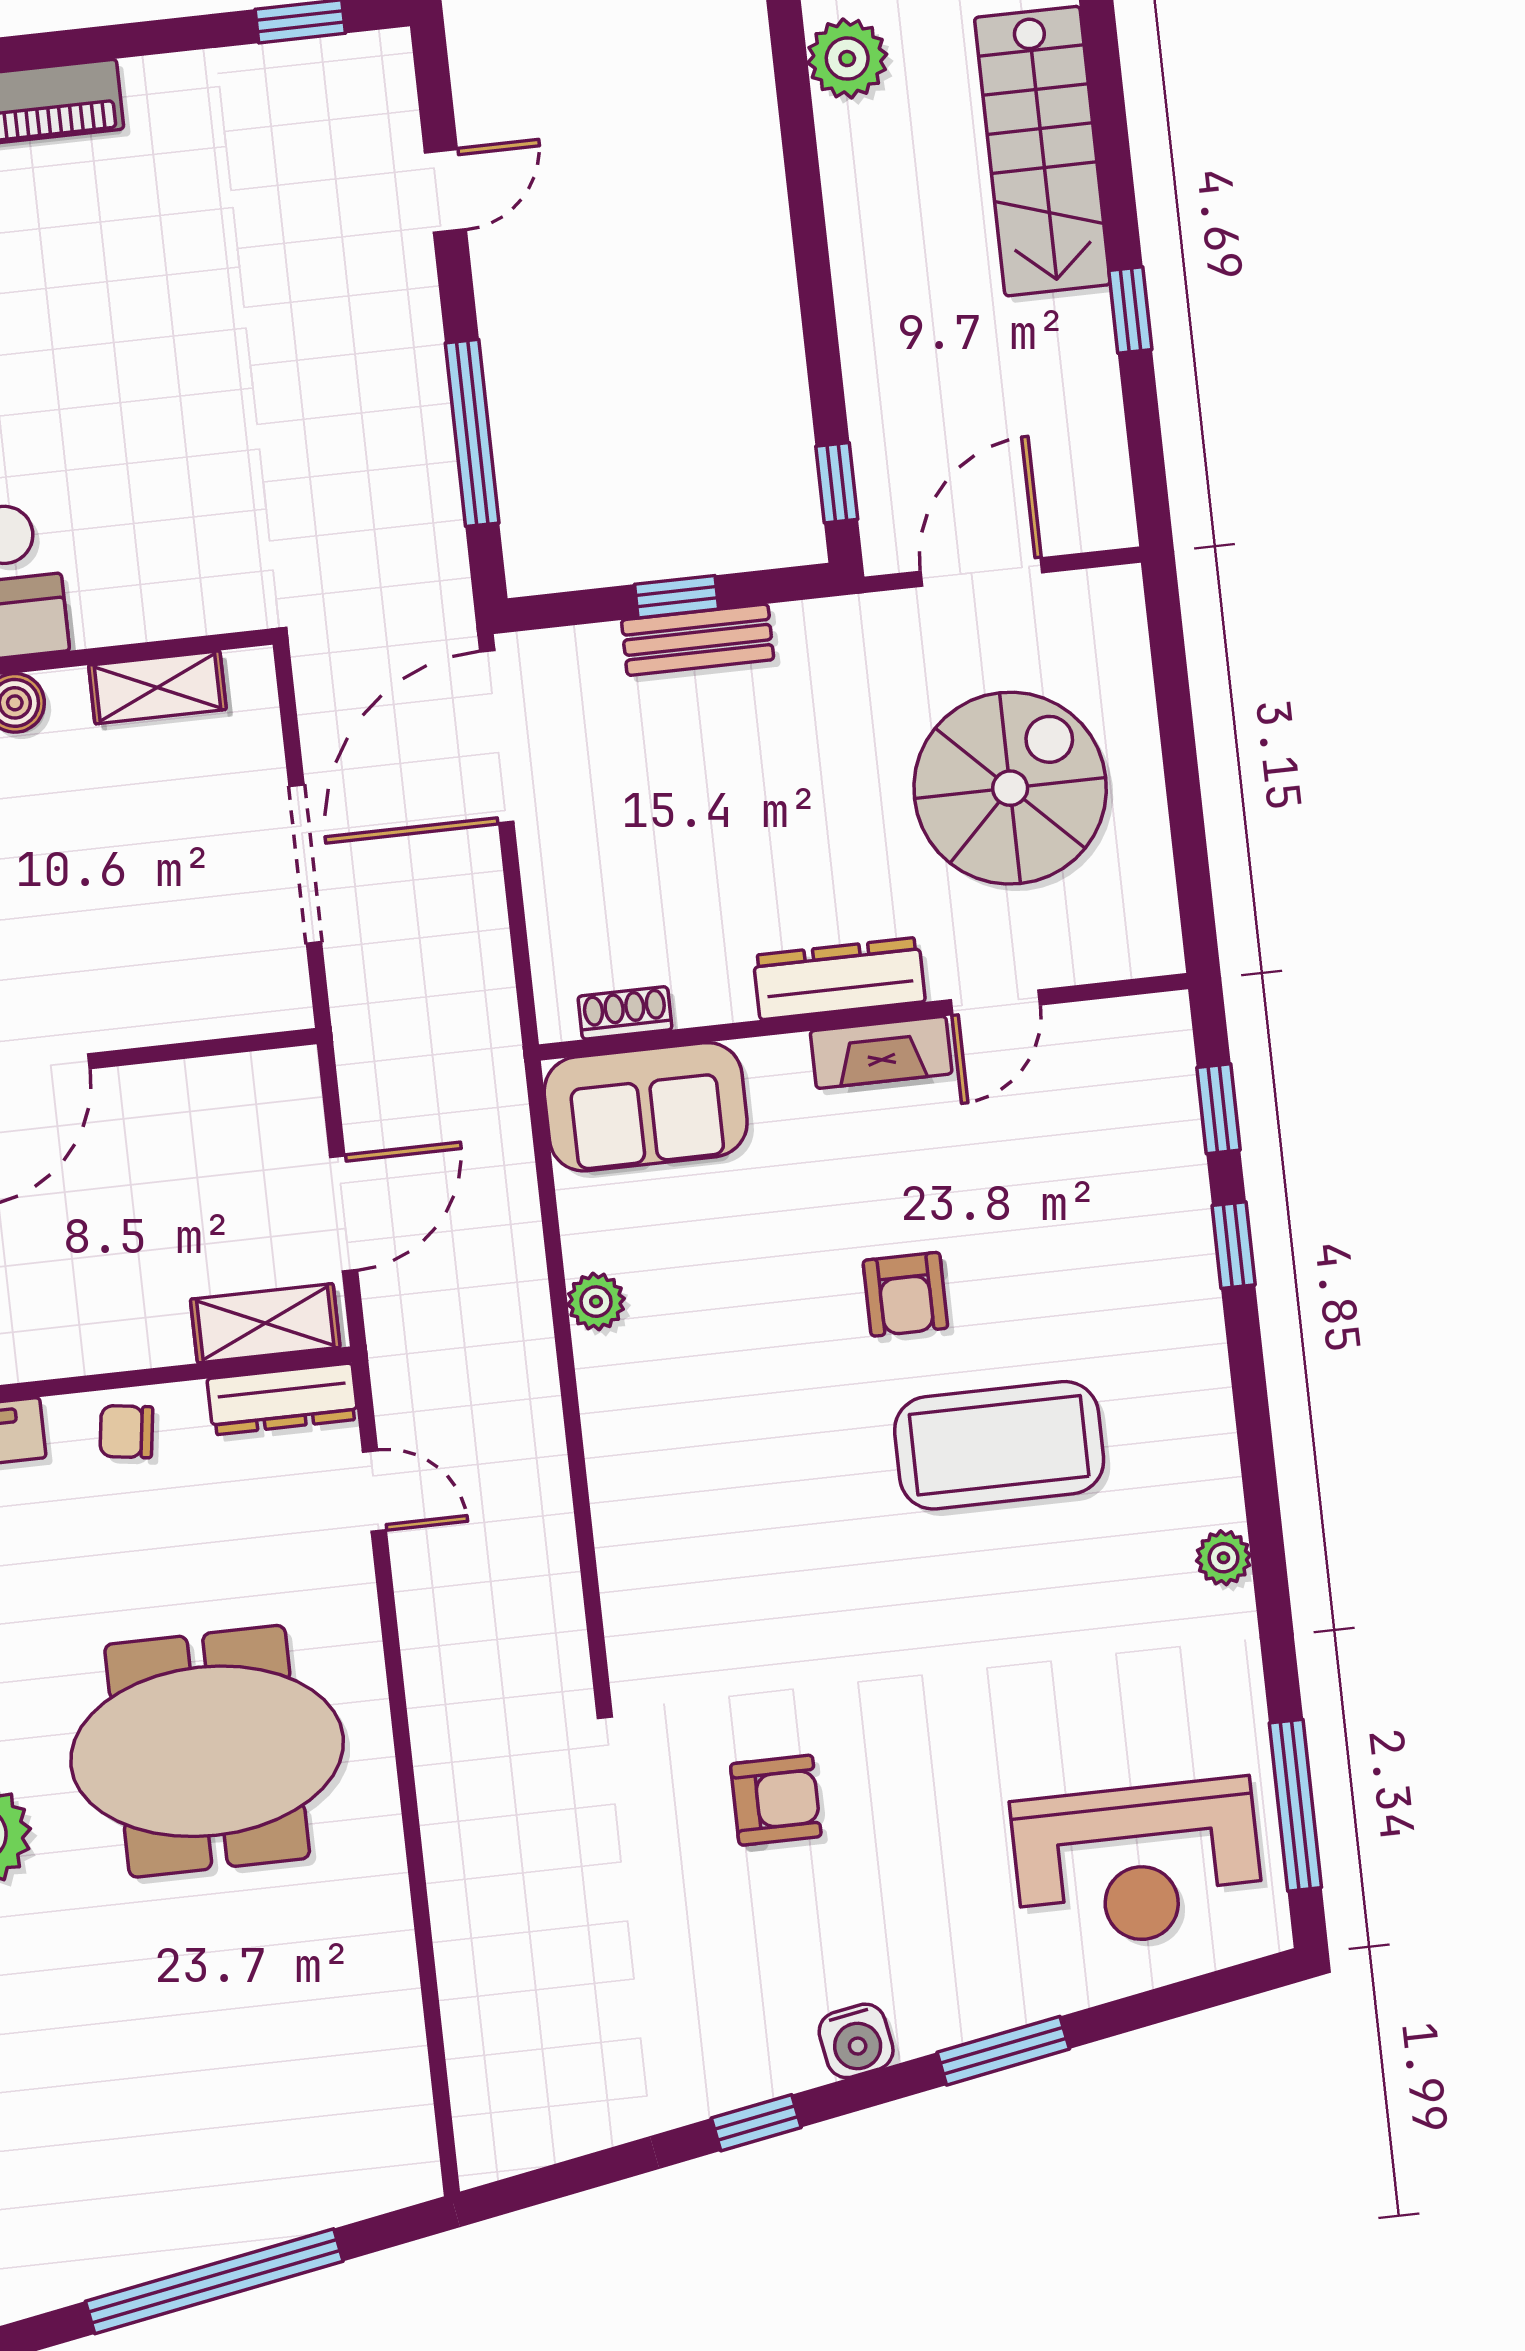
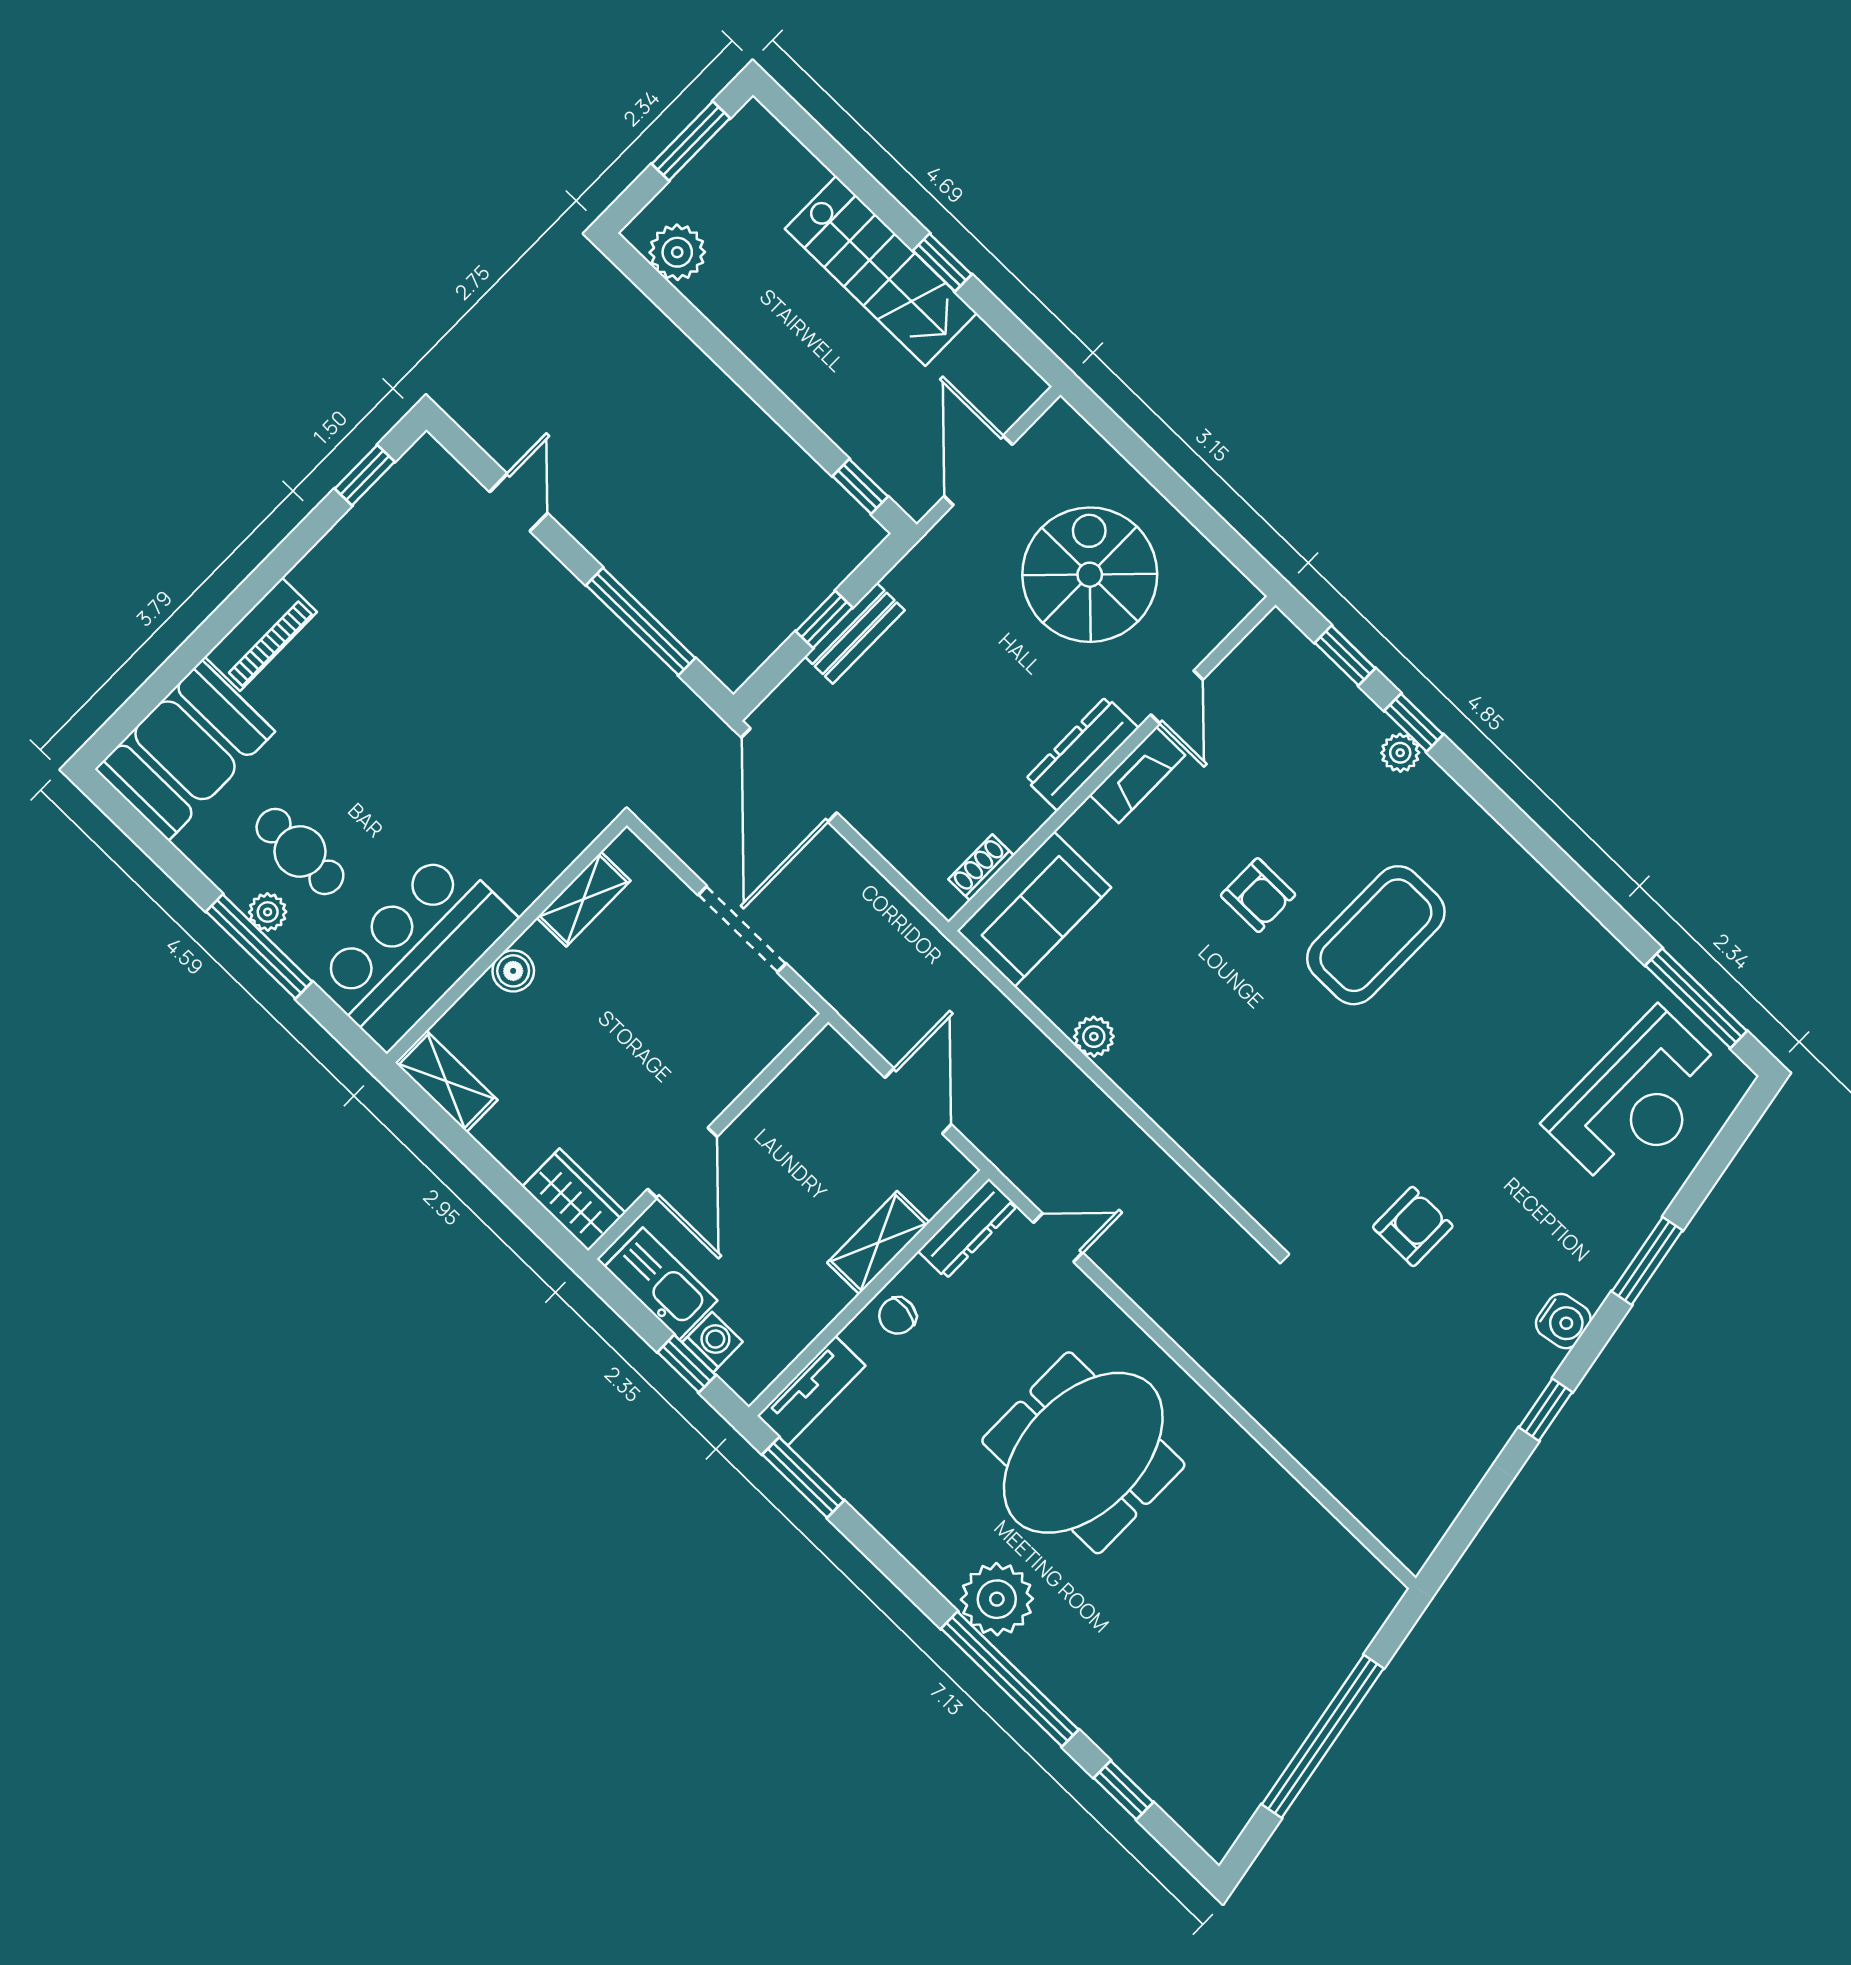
stairs: (1042, 151) -> (881, 271), moved
shelving: (265, 1323) -> (878, 1243), moved
plant: (1224, 1558) -> (1400, 753), moved

